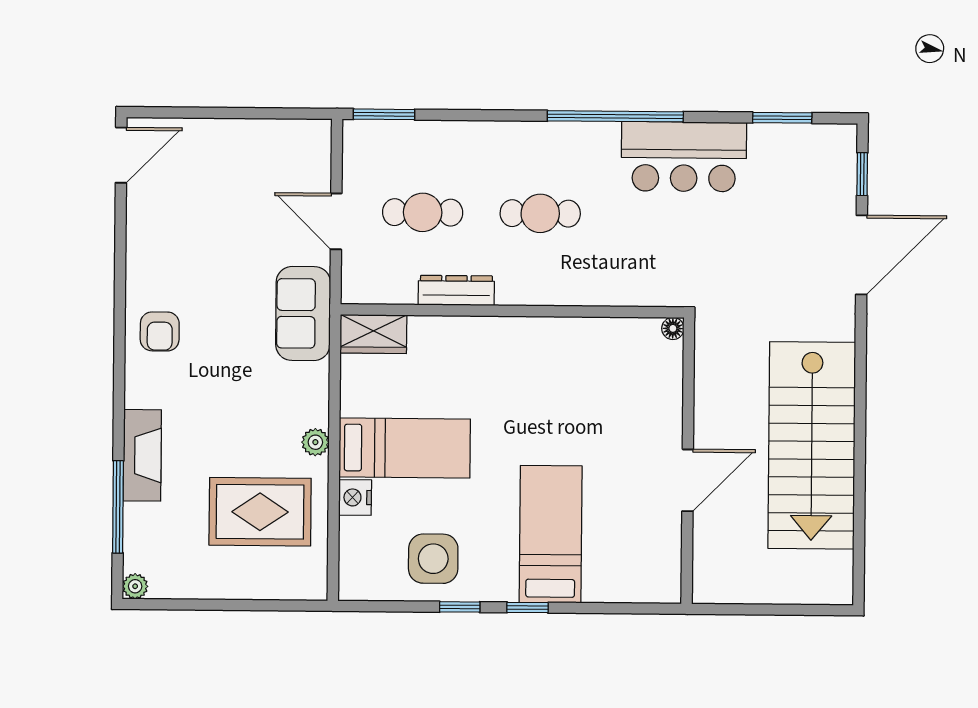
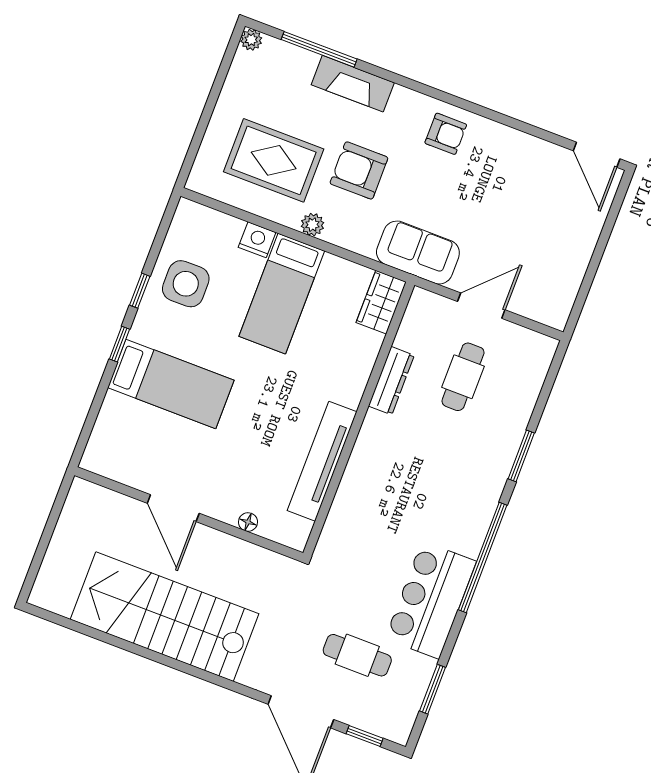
window: (384, 114) -> (521, 456), moved
cafe table: (540, 213) -> (357, 655), moved, turned 90
floor lamp: (673, 328) -> (248, 522), moved
armchair: (160, 331) -> (446, 134), turned 180
tv unit: (574, 334) -> (322, 461), added
armchair: (236, 413) -> (359, 170), added
rug: (260, 512) -> (274, 160), turned 90

